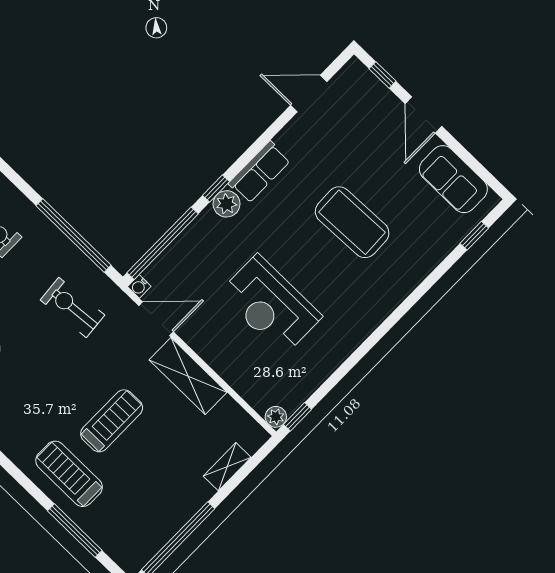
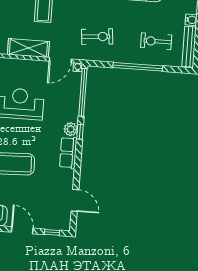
door: (309, 93) -> (75, 200), hinge flipped
window: (73, 235) -> (138, 67), moved

